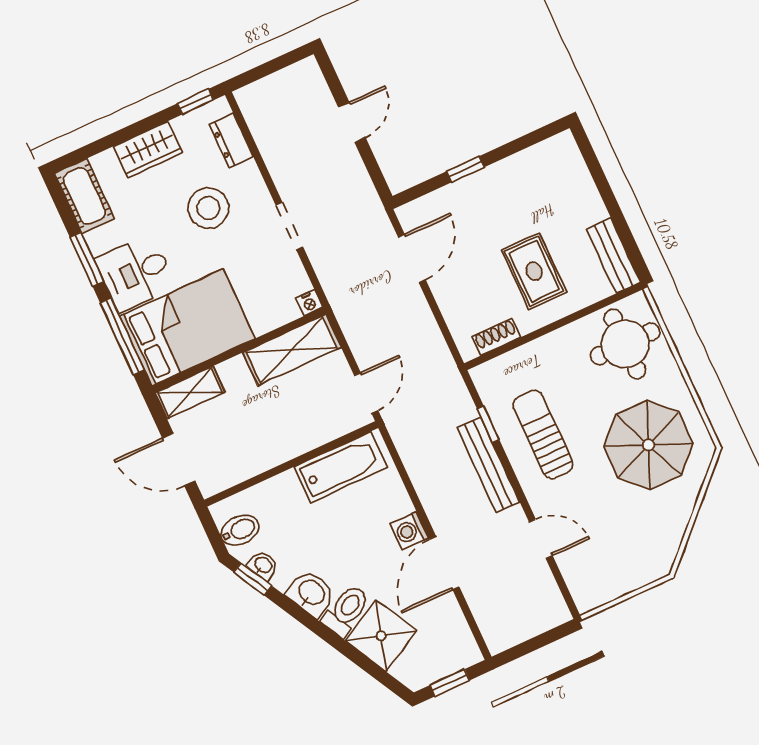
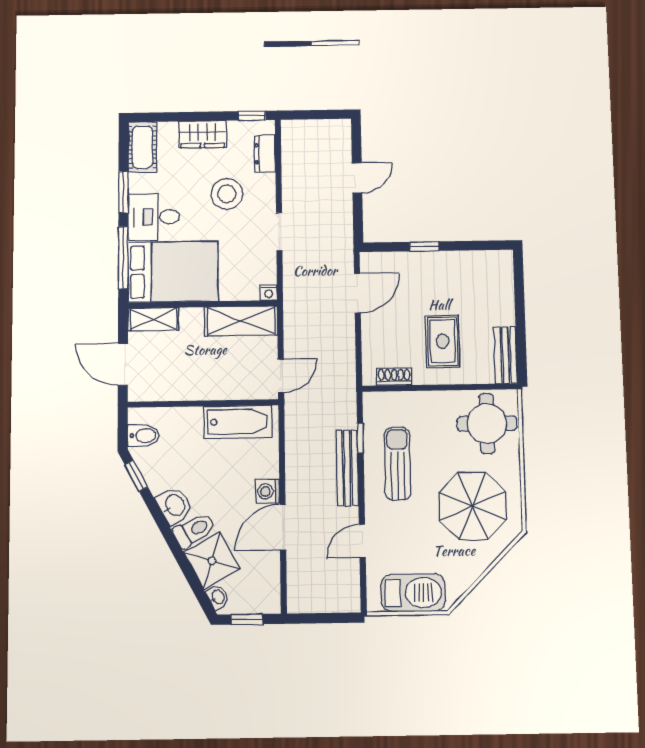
door: (541, 539) -> (362, 541), swing flipped
washbasin: (263, 565) -> (218, 597), moved
barbecue: (623, 571) -> (413, 593), added

